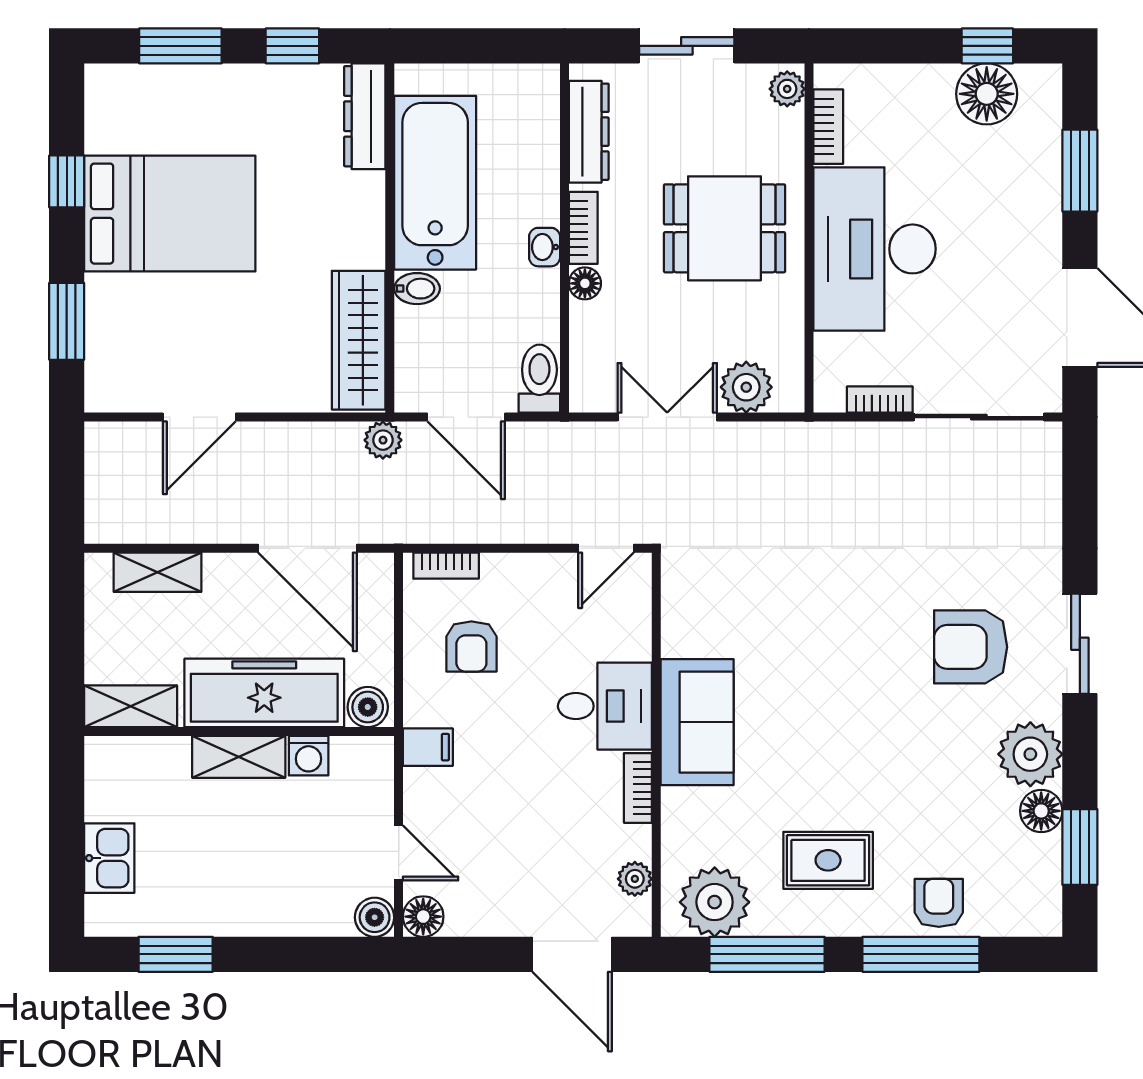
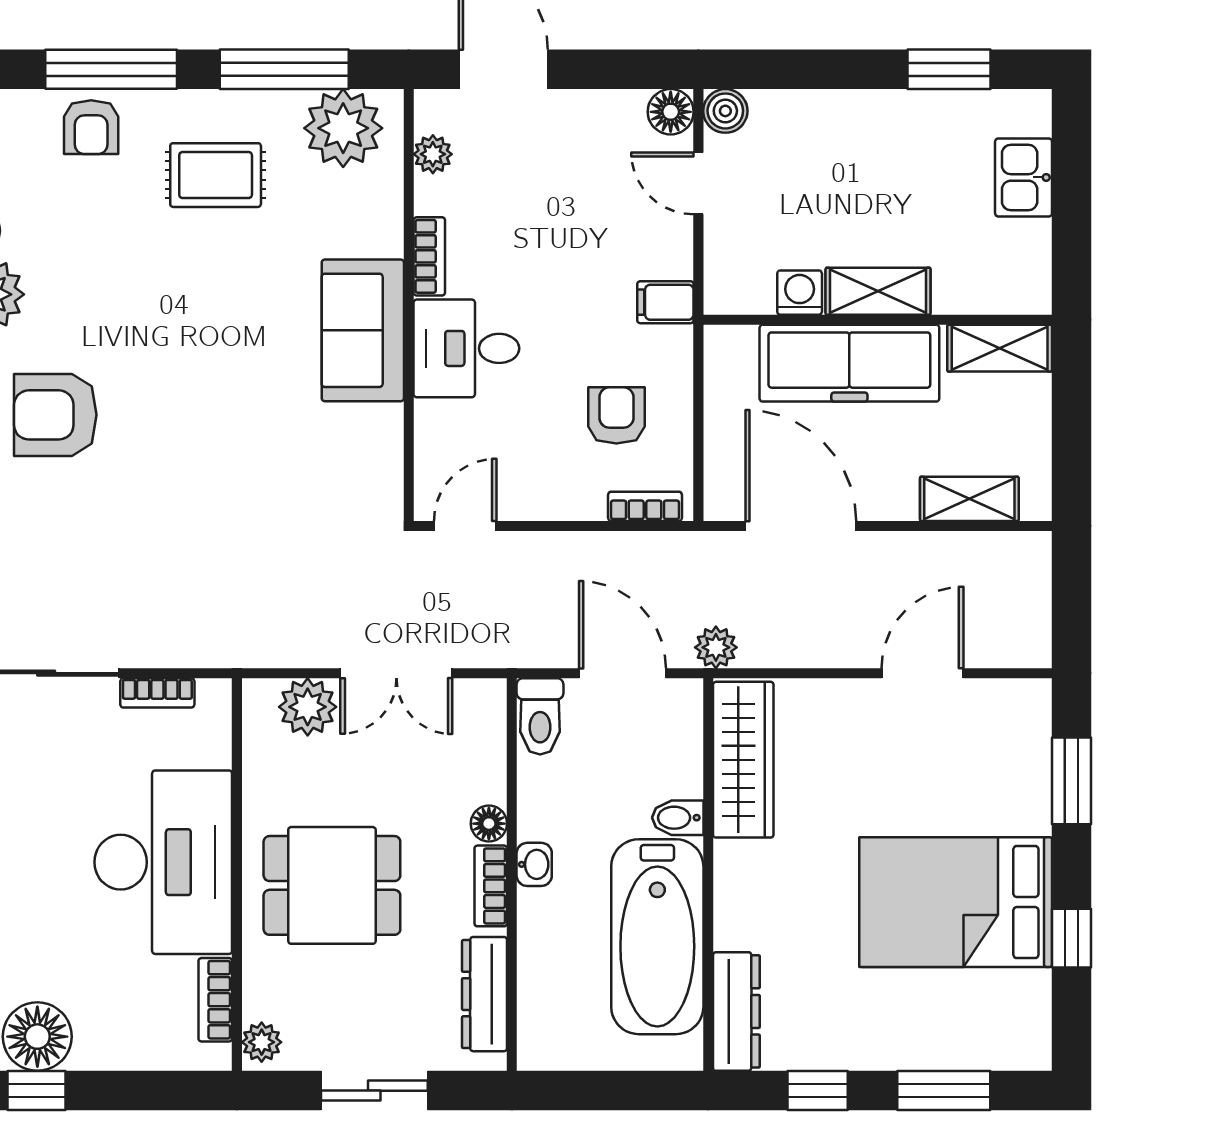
armchair: (971, 647) -> (55, 415), turned 180
boiler: (368, 707) -> (733, 347), removed

